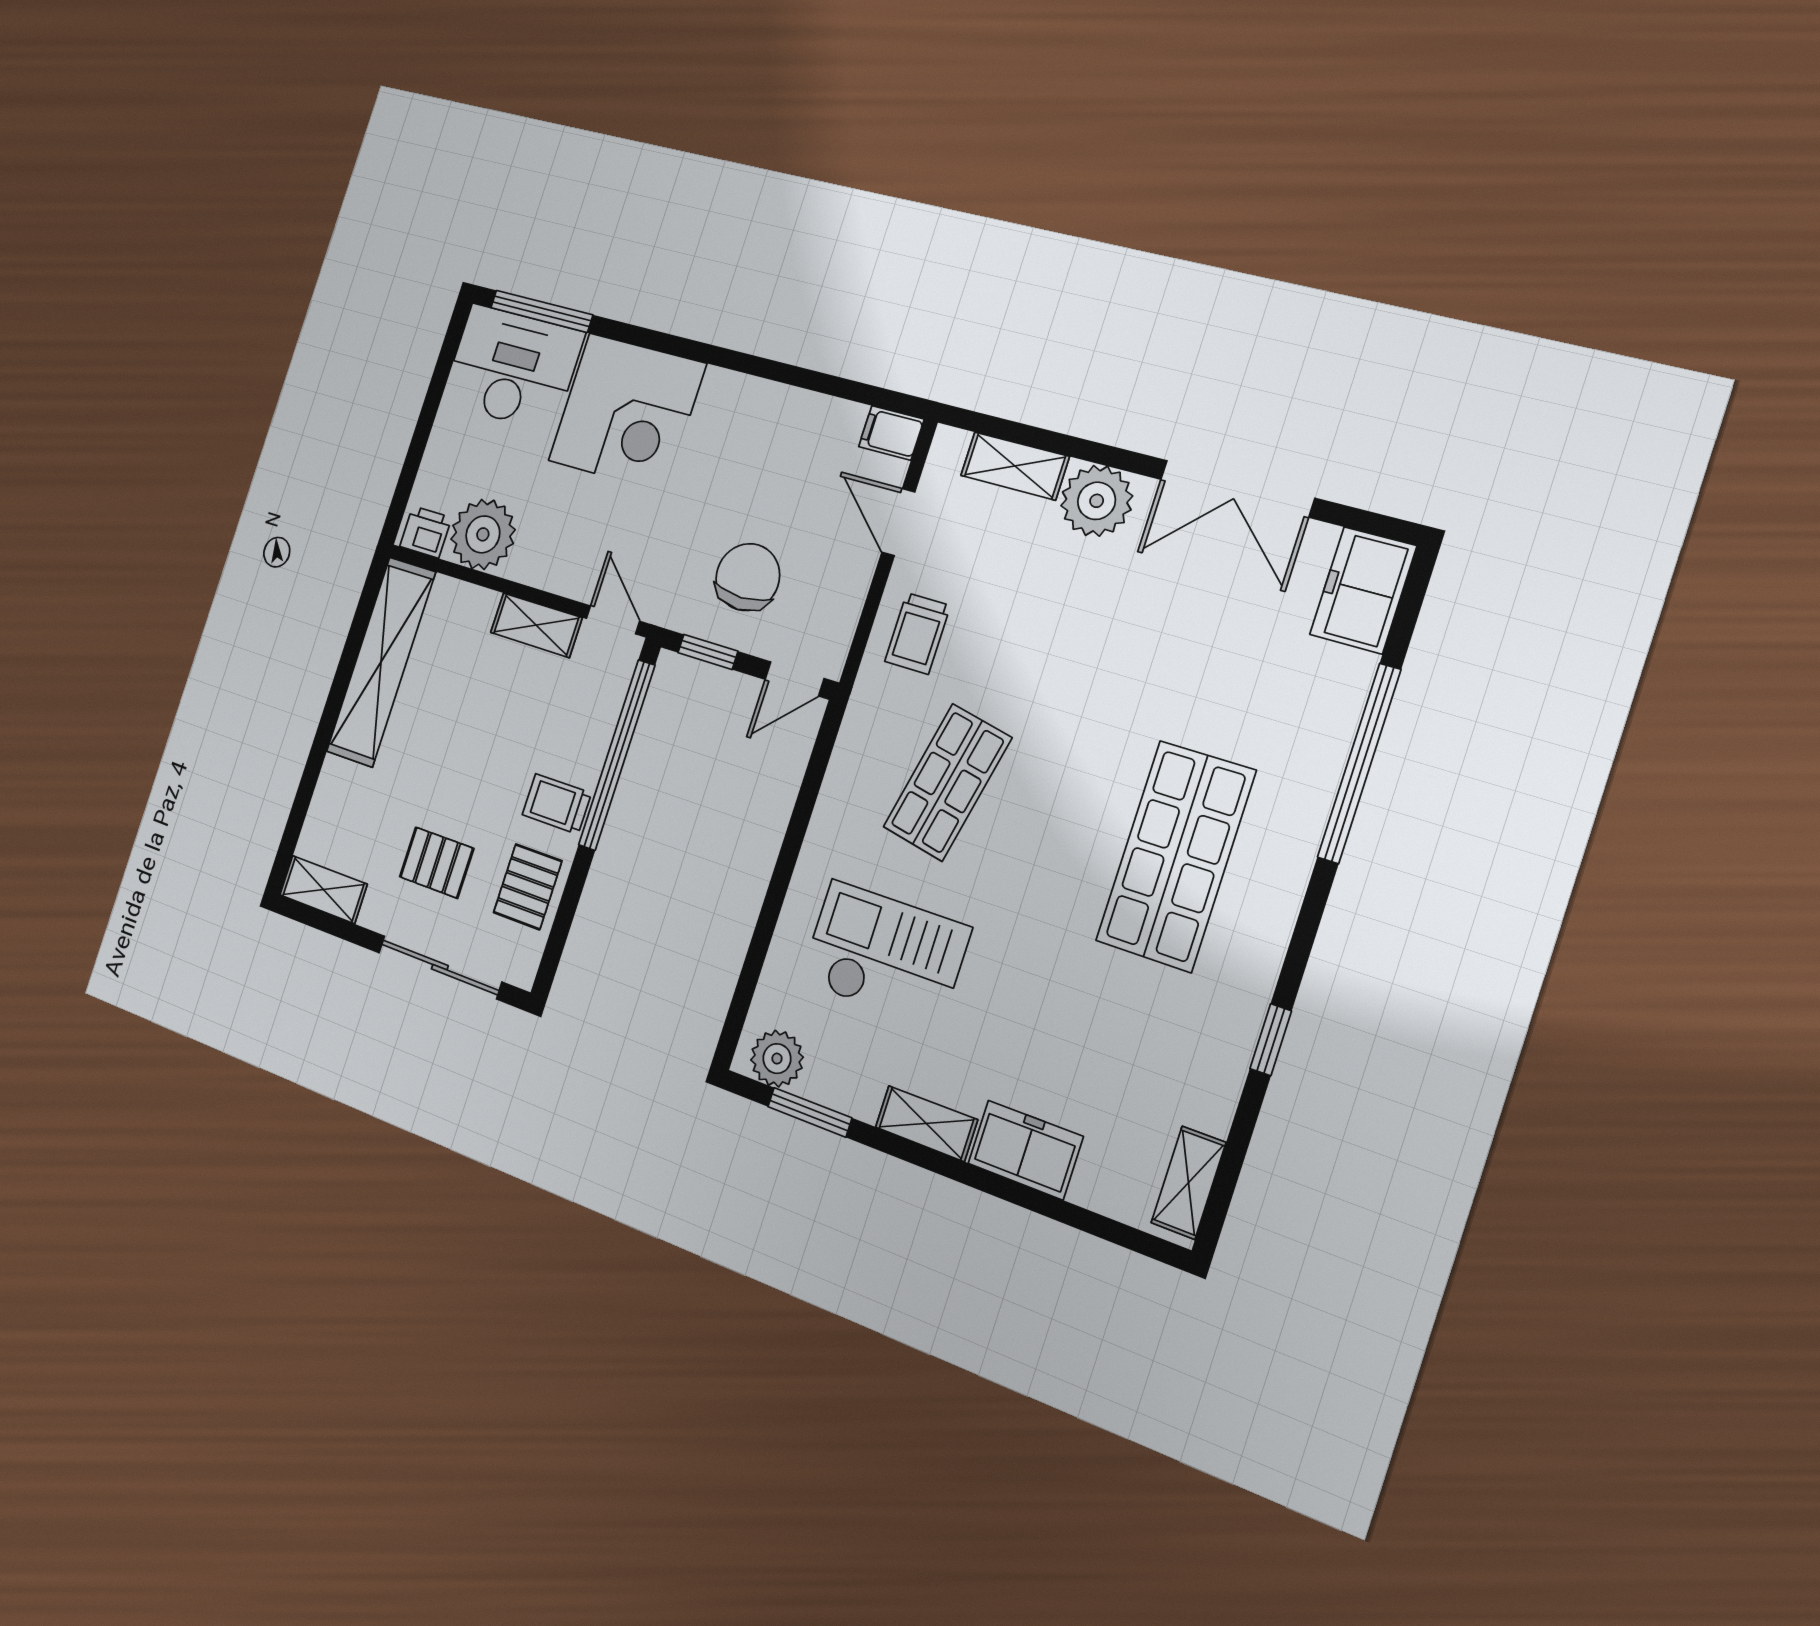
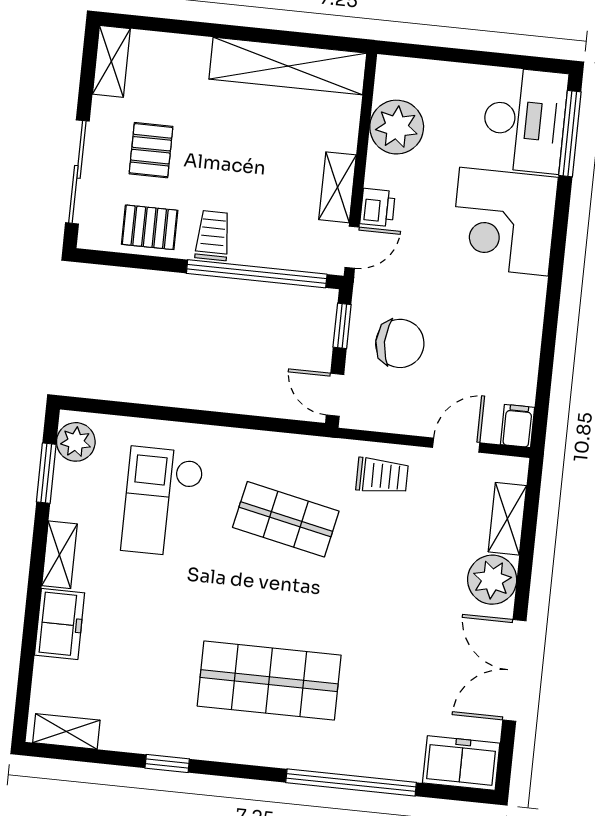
printer: (426, 532) -> (378, 208), moved
trolley: (917, 633) -> (382, 476), turned 180
checkout: (885, 955) -> (163, 502), turned 180

